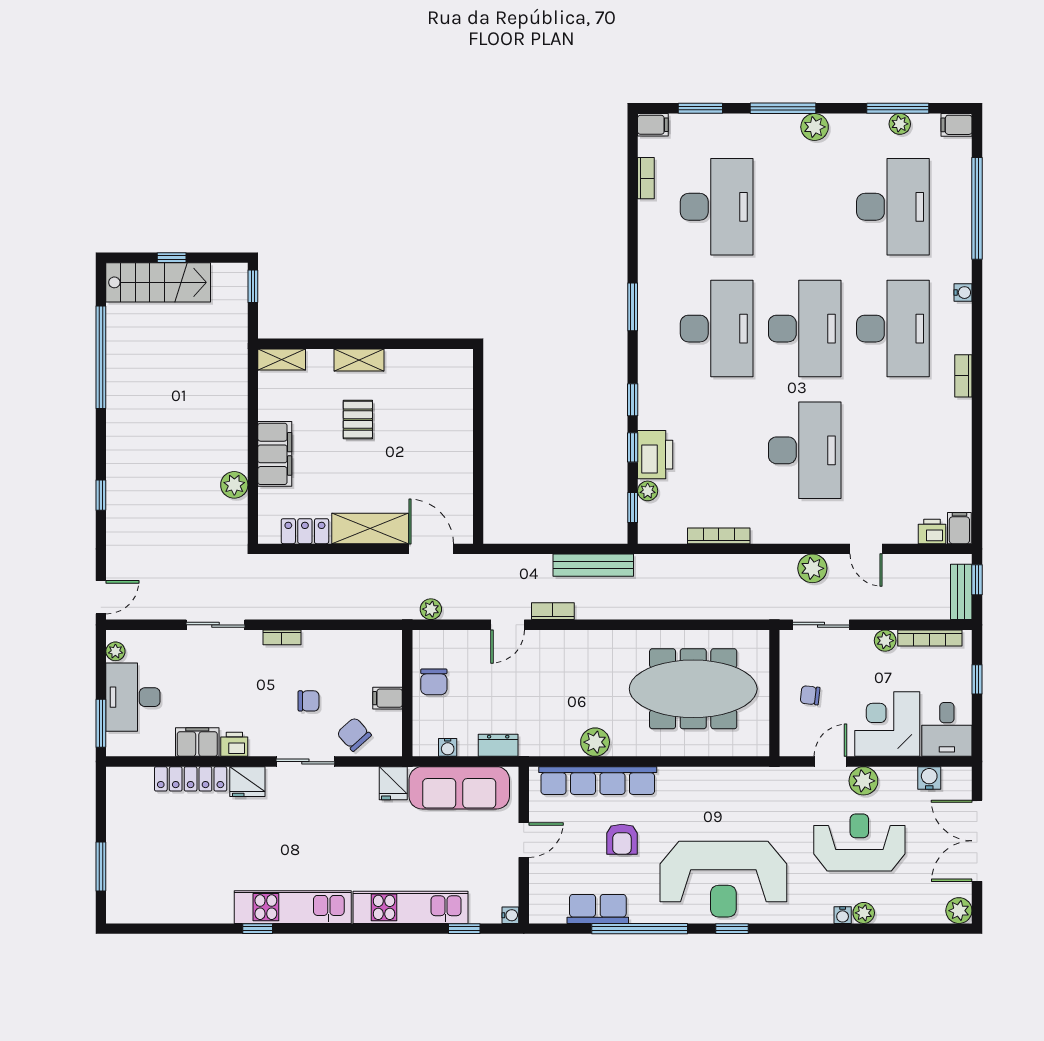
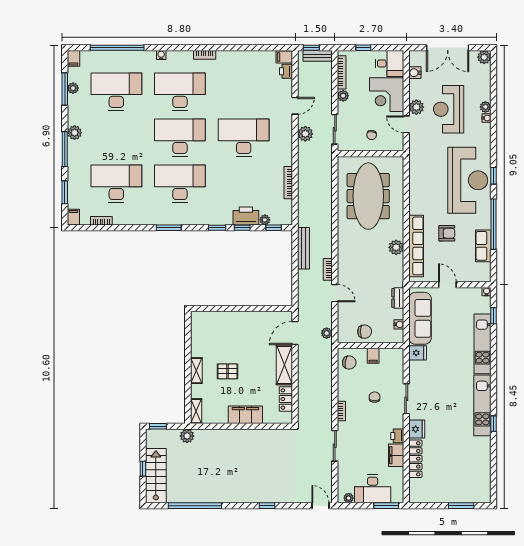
plant: (234, 485) -> (187, 436), moved
chair: (354, 734) -> (349, 363), moved, turned -129

